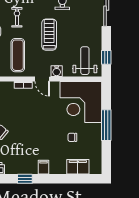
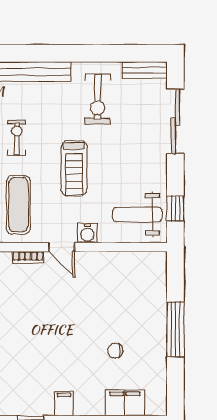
treadmill: (49, 35) -> (74, 168), turned 180
weight bench: (85, 61) -> (137, 214), turned -90
corner desk: (81, 102) -> (130, 288), removed

